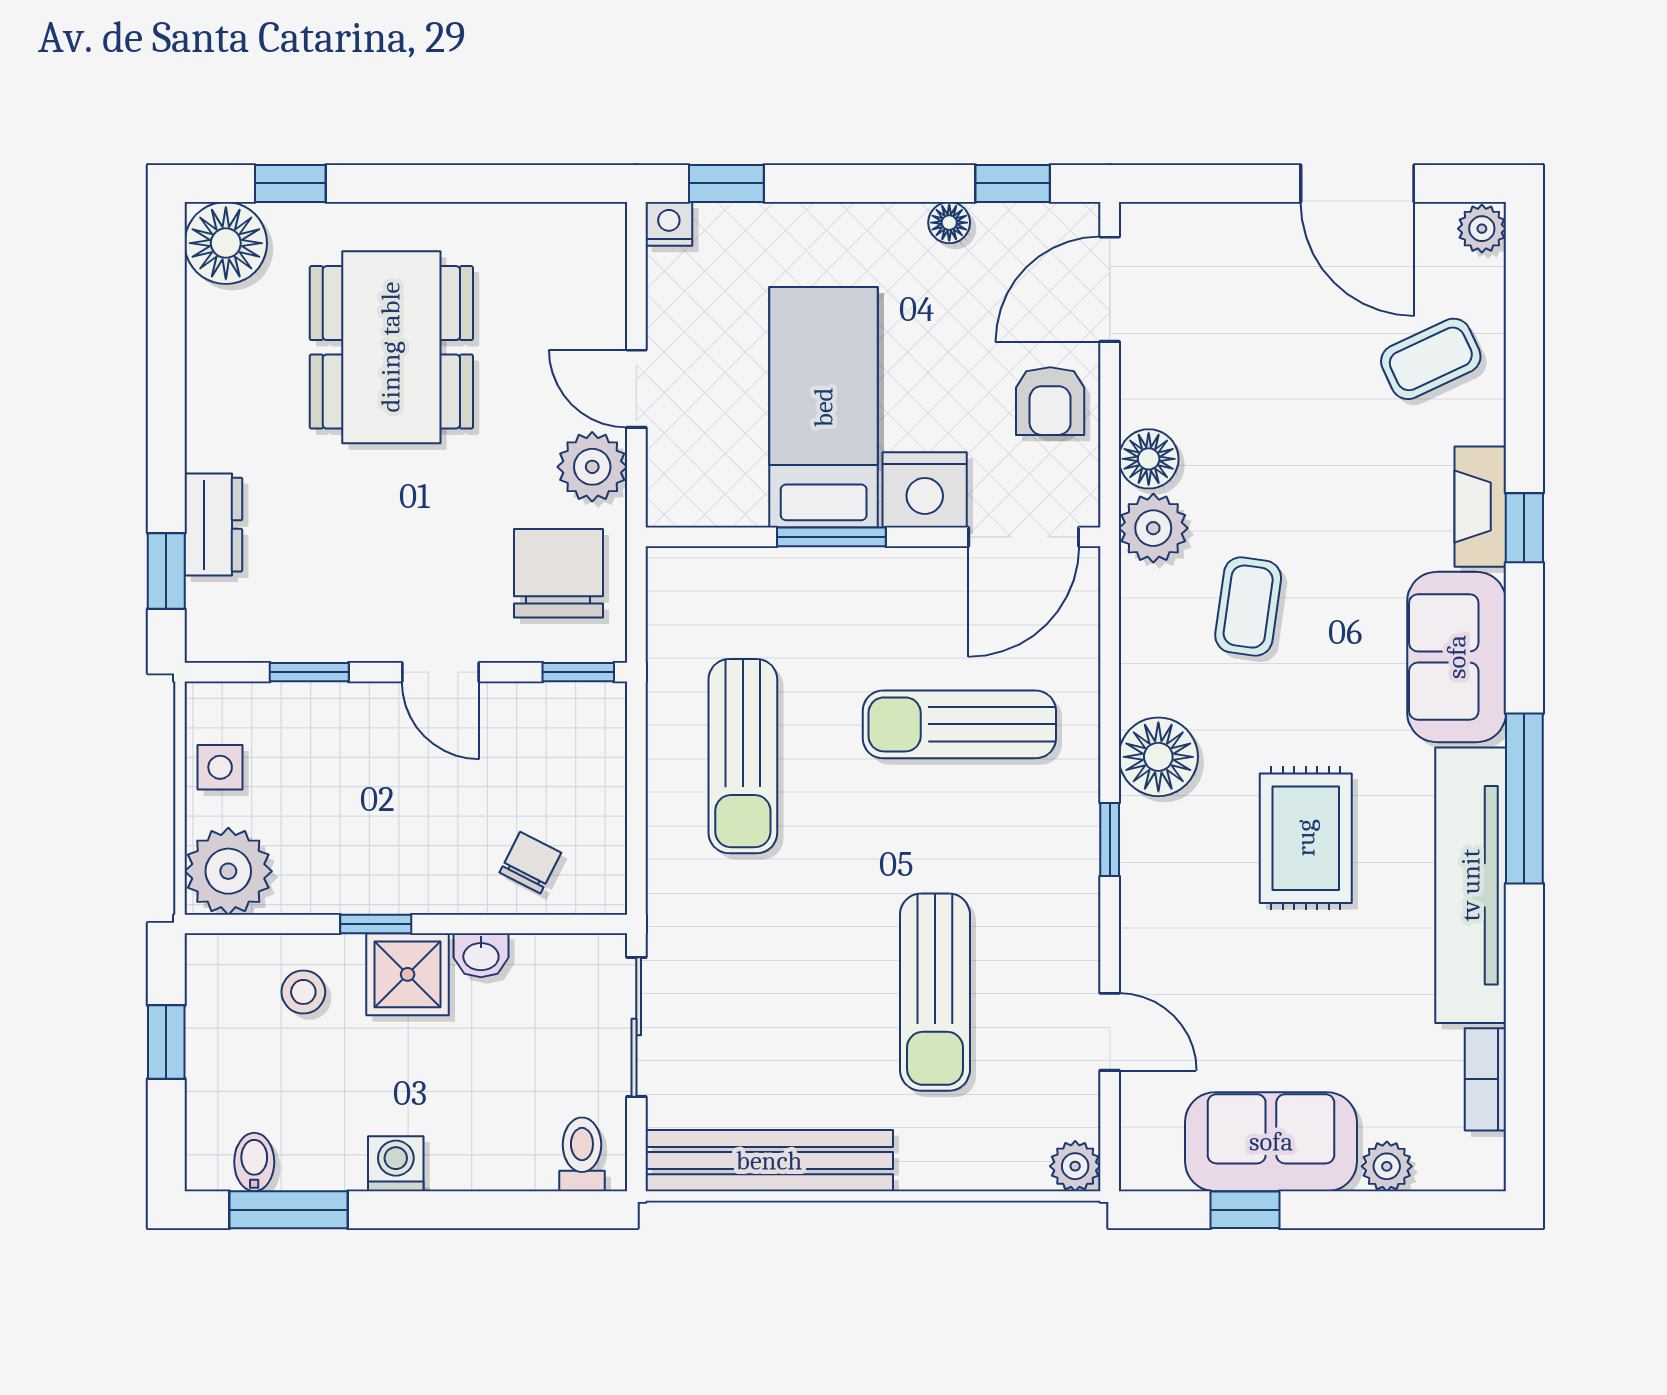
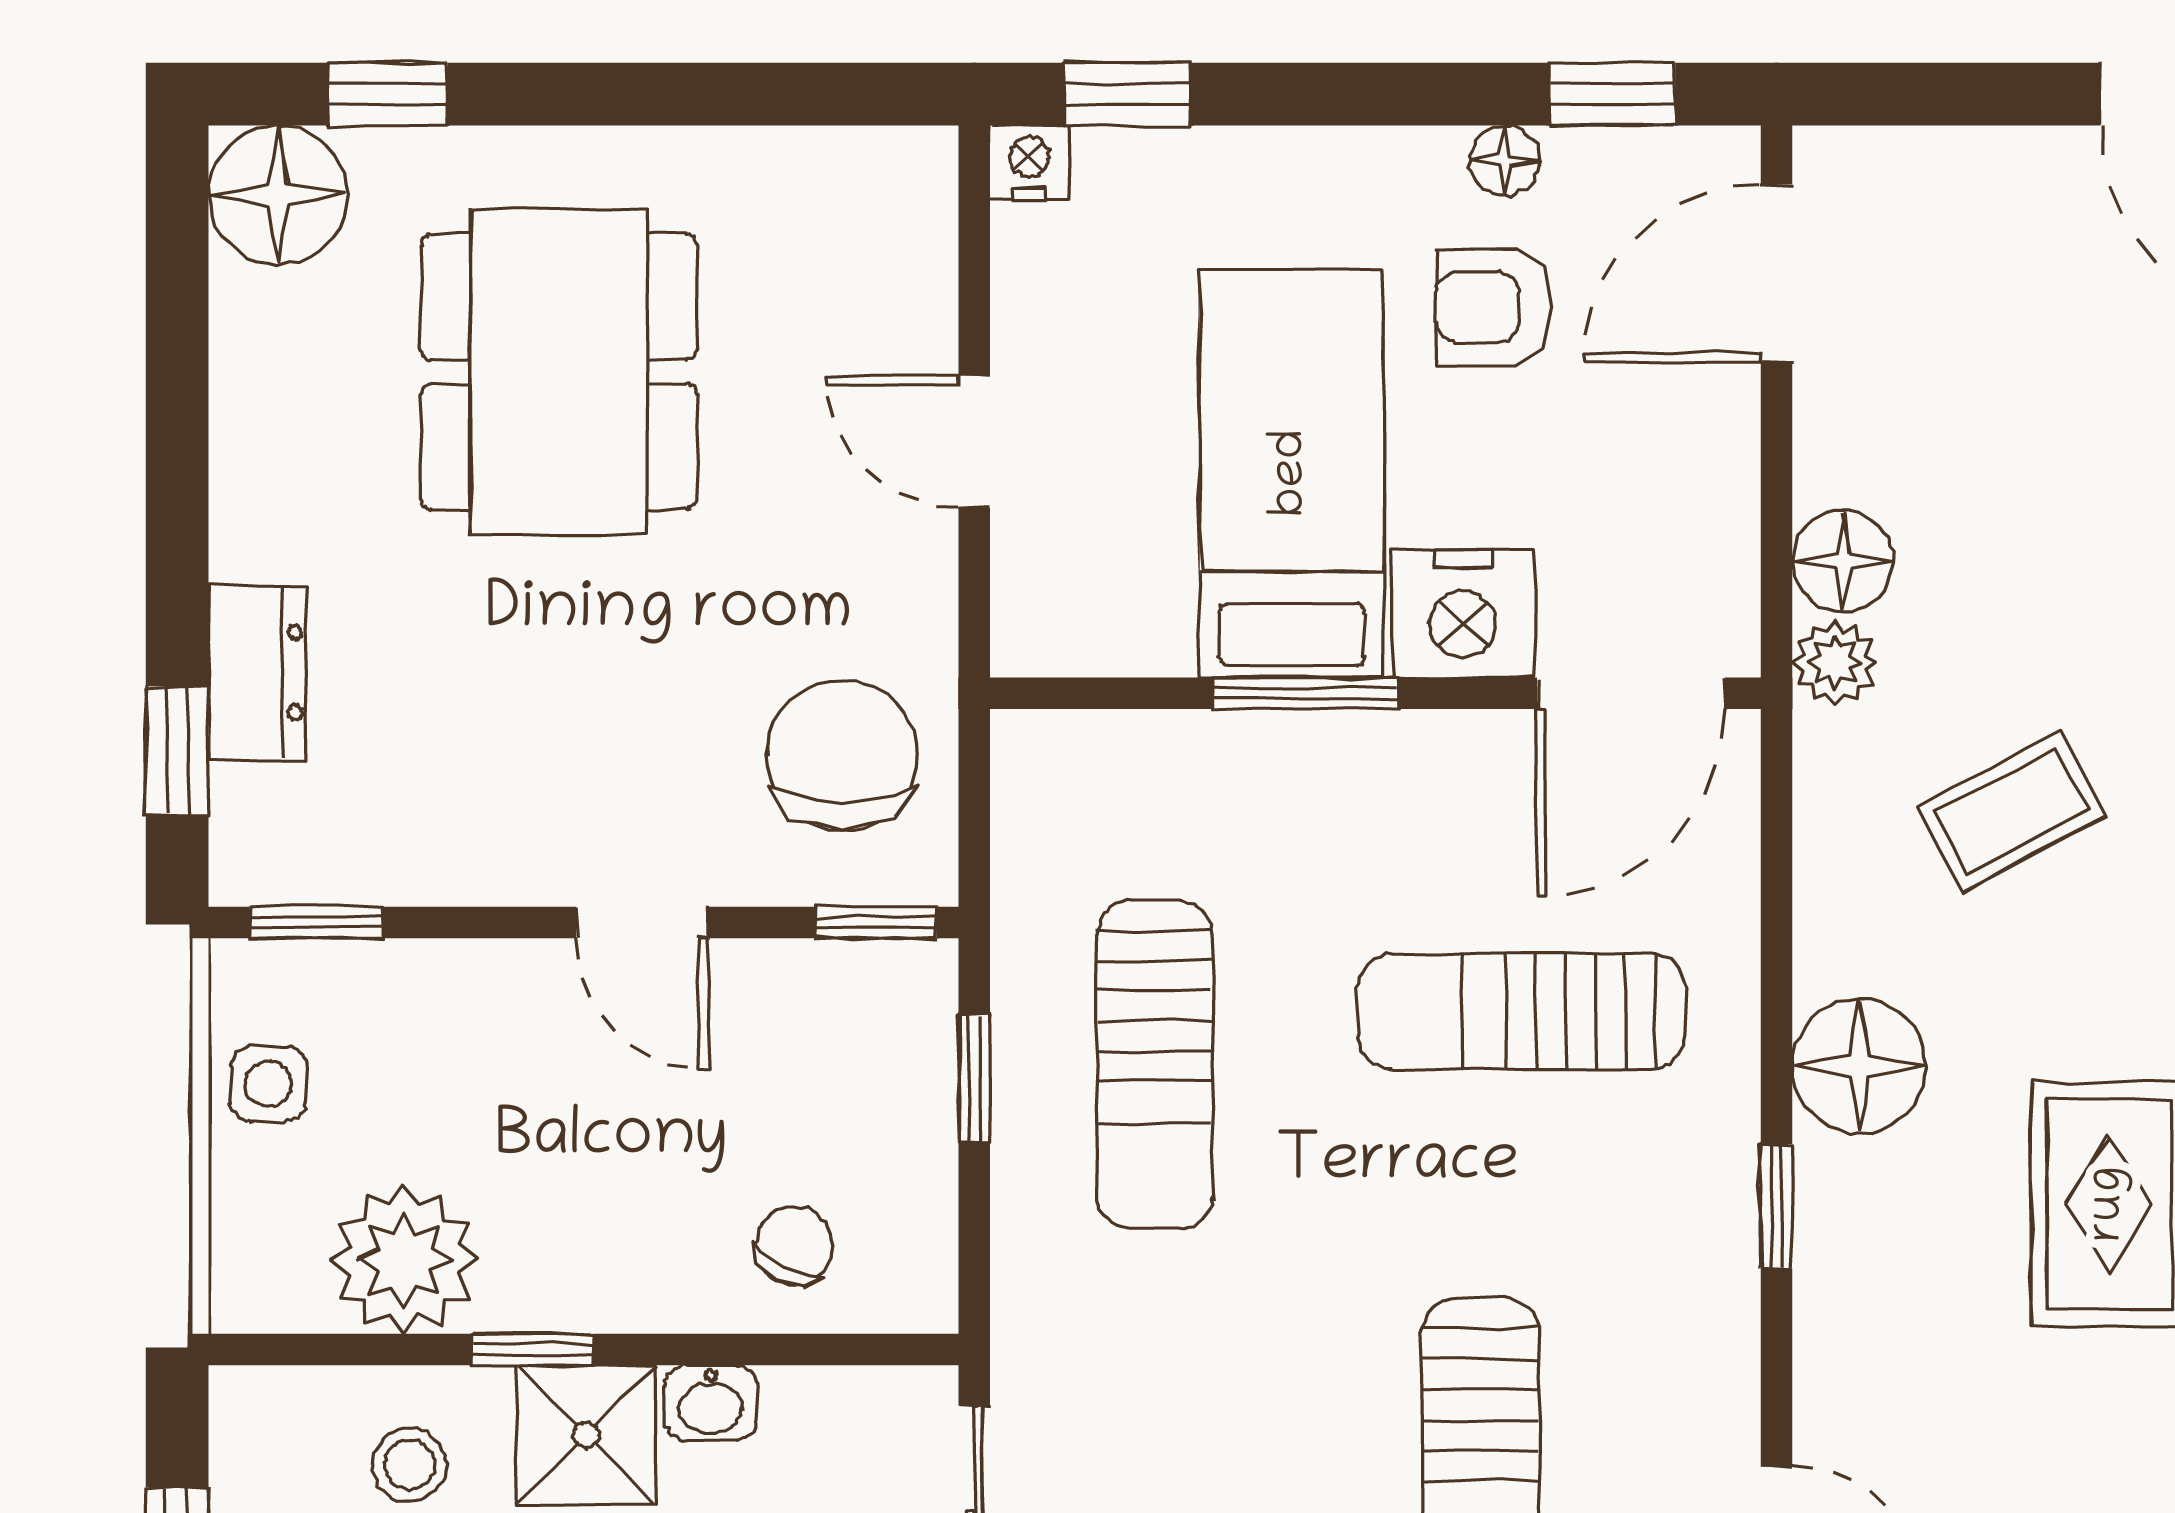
armchair: (1050, 401) -> (1494, 307), moved, turned 90
plant: (592, 467) -> (899, 574), removed
plant: (1153, 528) -> (1835, 662), width x0.73, depth x0.73
coffee table: (1248, 607) -> (2011, 811), turned 54
window: (309, 672) -> (317, 922), moved
window: (636, 764) -> (974, 1078), added
plant: (228, 871) -> (404, 1260), moved

